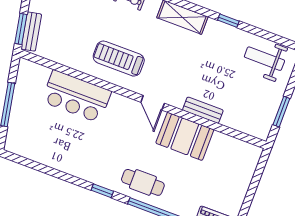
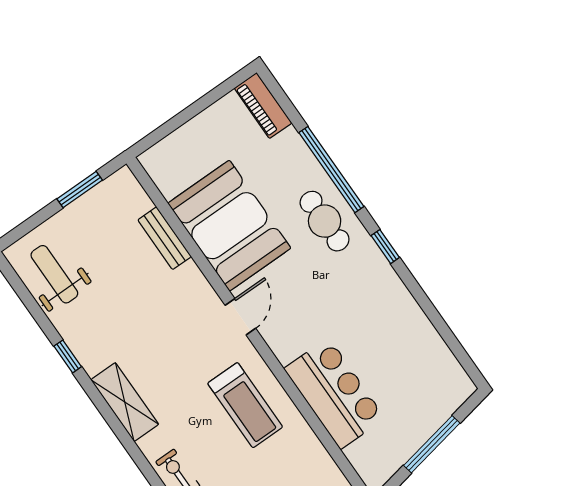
weight bench: (264, 59) -> (54, 274), turned 180
bench: (203, 110) -> (165, 238), moved
booth: (185, 136) -> (229, 226), width x1.36, depth x1.42

